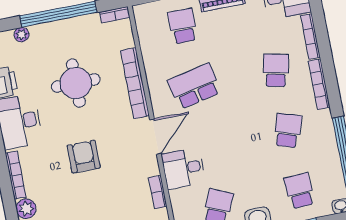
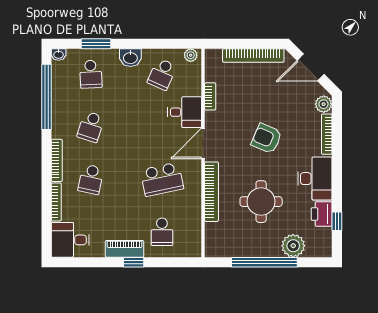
bookcase: (115, 15) -> (217, 252), removed
plant: (21, 35) -> (293, 246), width x1.88, depth x1.88
armchair: (84, 157) -> (267, 138), turned 113

